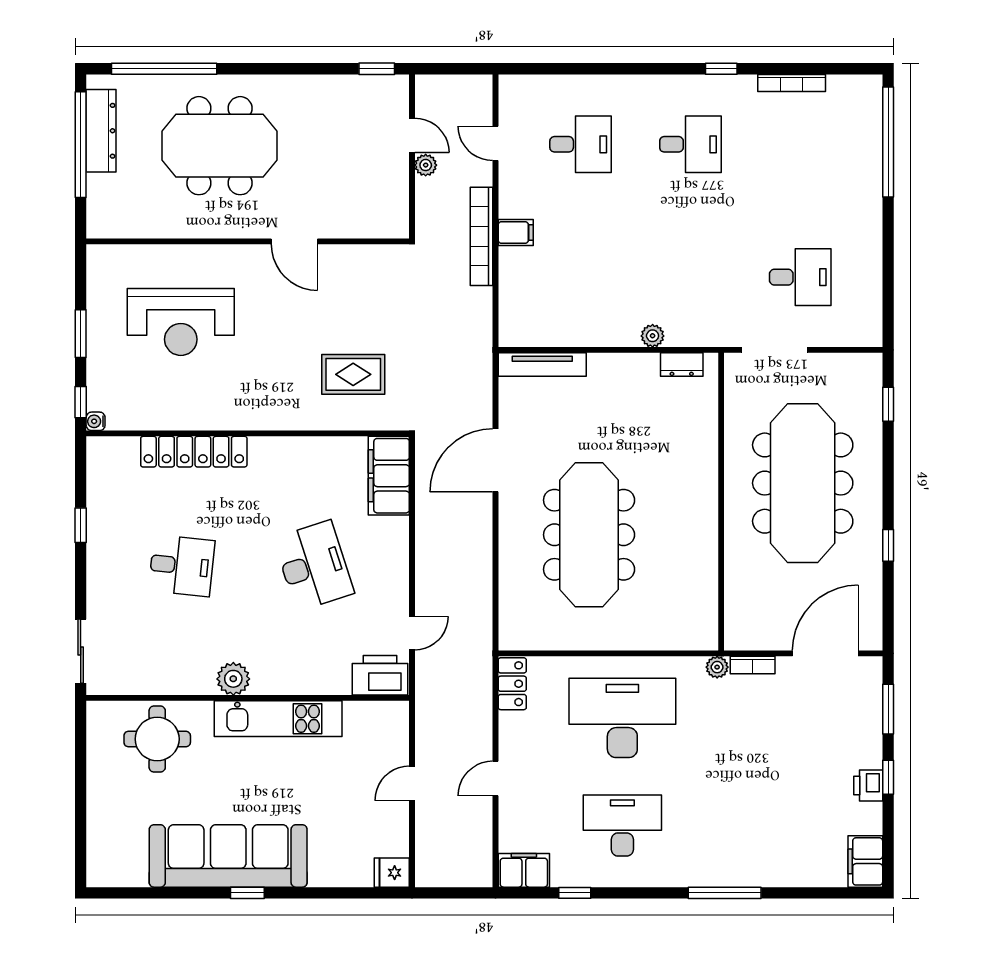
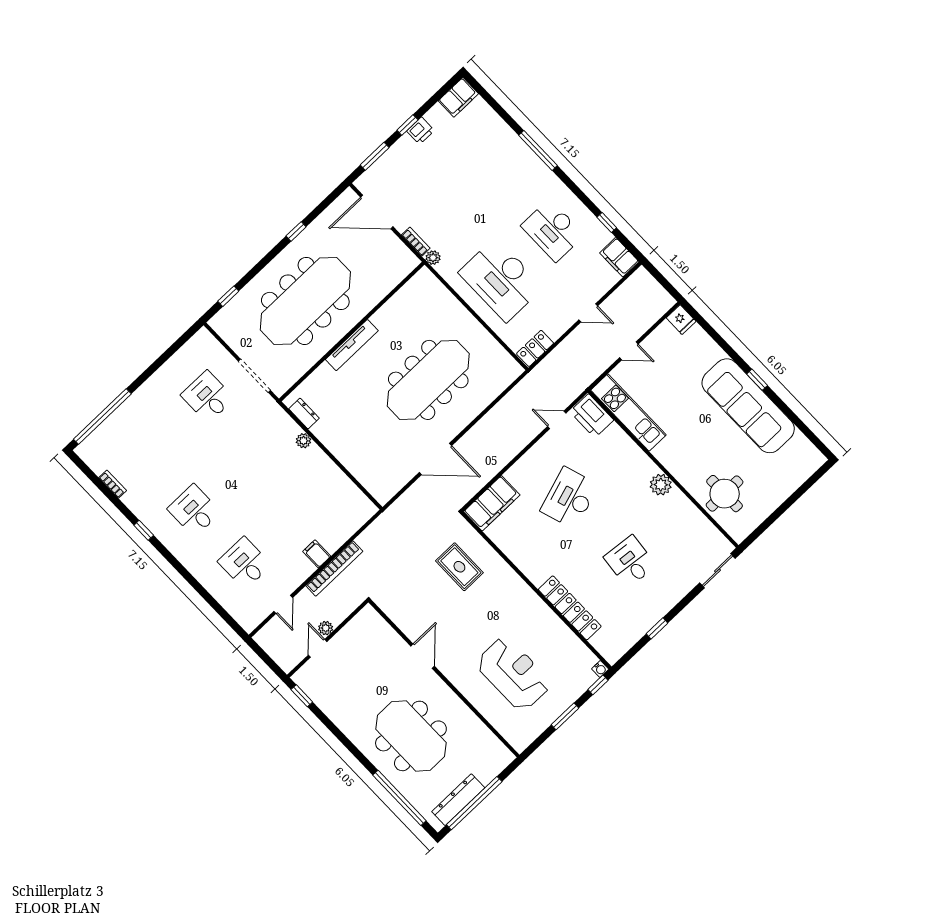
bookcase: (792, 83) -> (113, 484), width x0.64
tv unit: (542, 365) -> (352, 345), moved, turned 90
kitchen unit: (278, 719) -> (628, 412), moved

